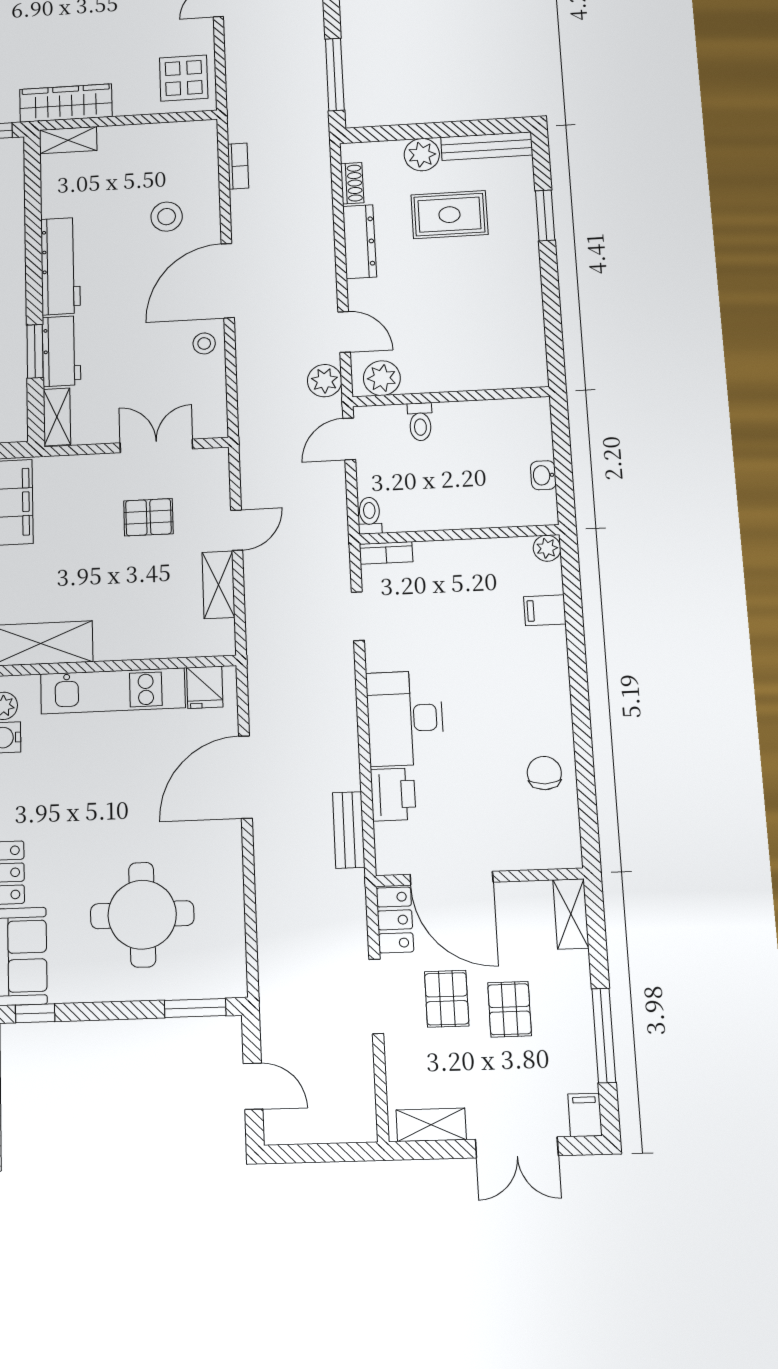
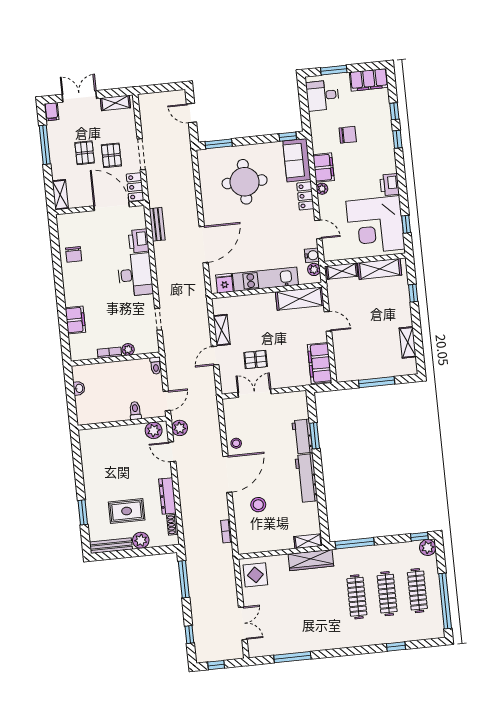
shelving: (57, 417) -> (302, 405), removed
double door: (156, 446) -> (255, 393), swing flipped
plant: (547, 548) -> (128, 349), moved
bookcase: (386, 553) -> (109, 353), moved
filing cabinet: (545, 610) -> (75, 320), width x2.00

